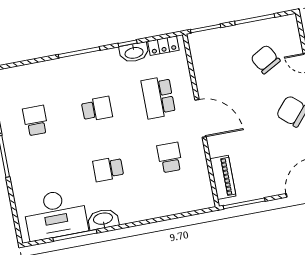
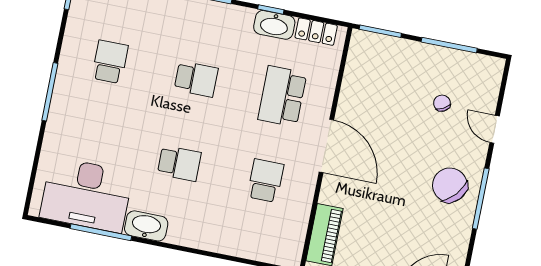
chair: (265, 59) -> (442, 103), width x0.54, depth x0.54
school desk: (108, 169) -> (179, 163), turned 180

